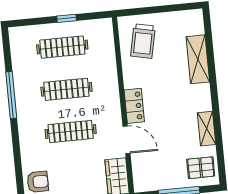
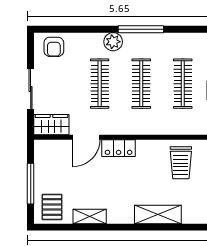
trolley: (143, 41) -> (181, 163), turned -102
plant: (27, 122) -> (113, 42), added

